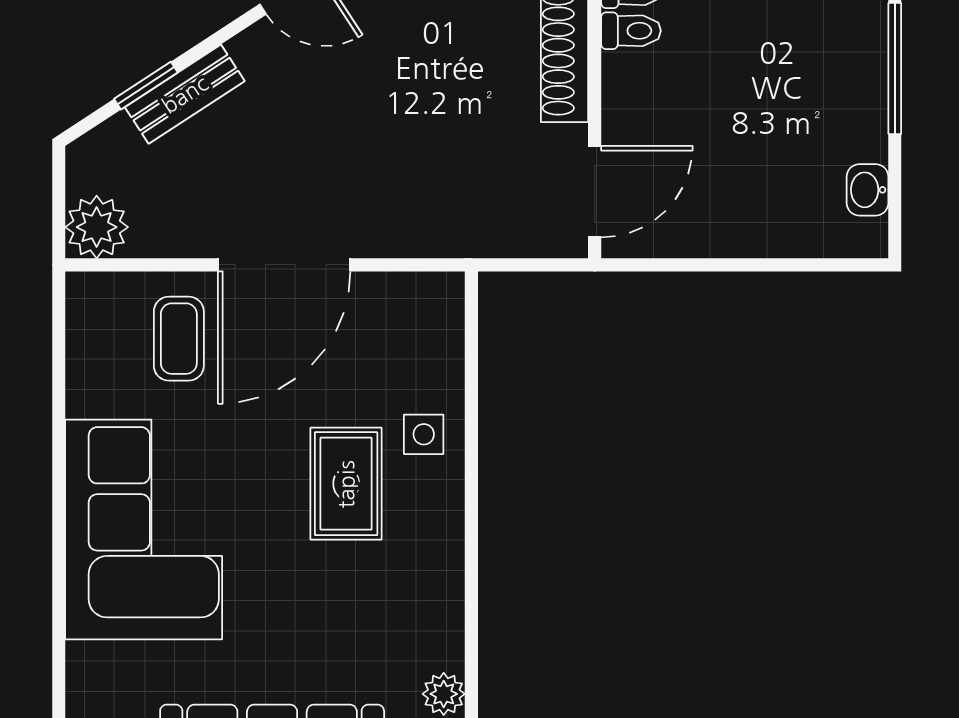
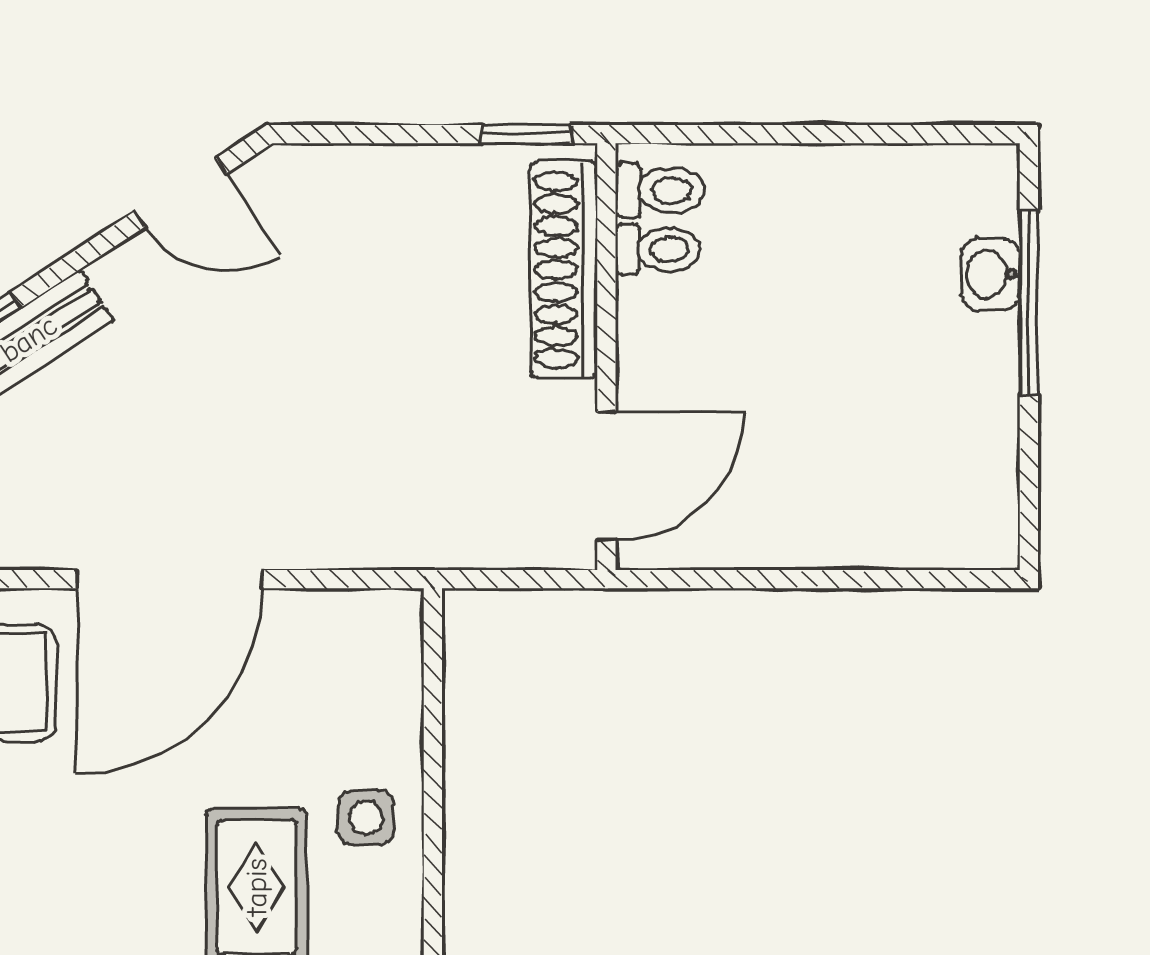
washbasin: (868, 190) -> (991, 274), moved

